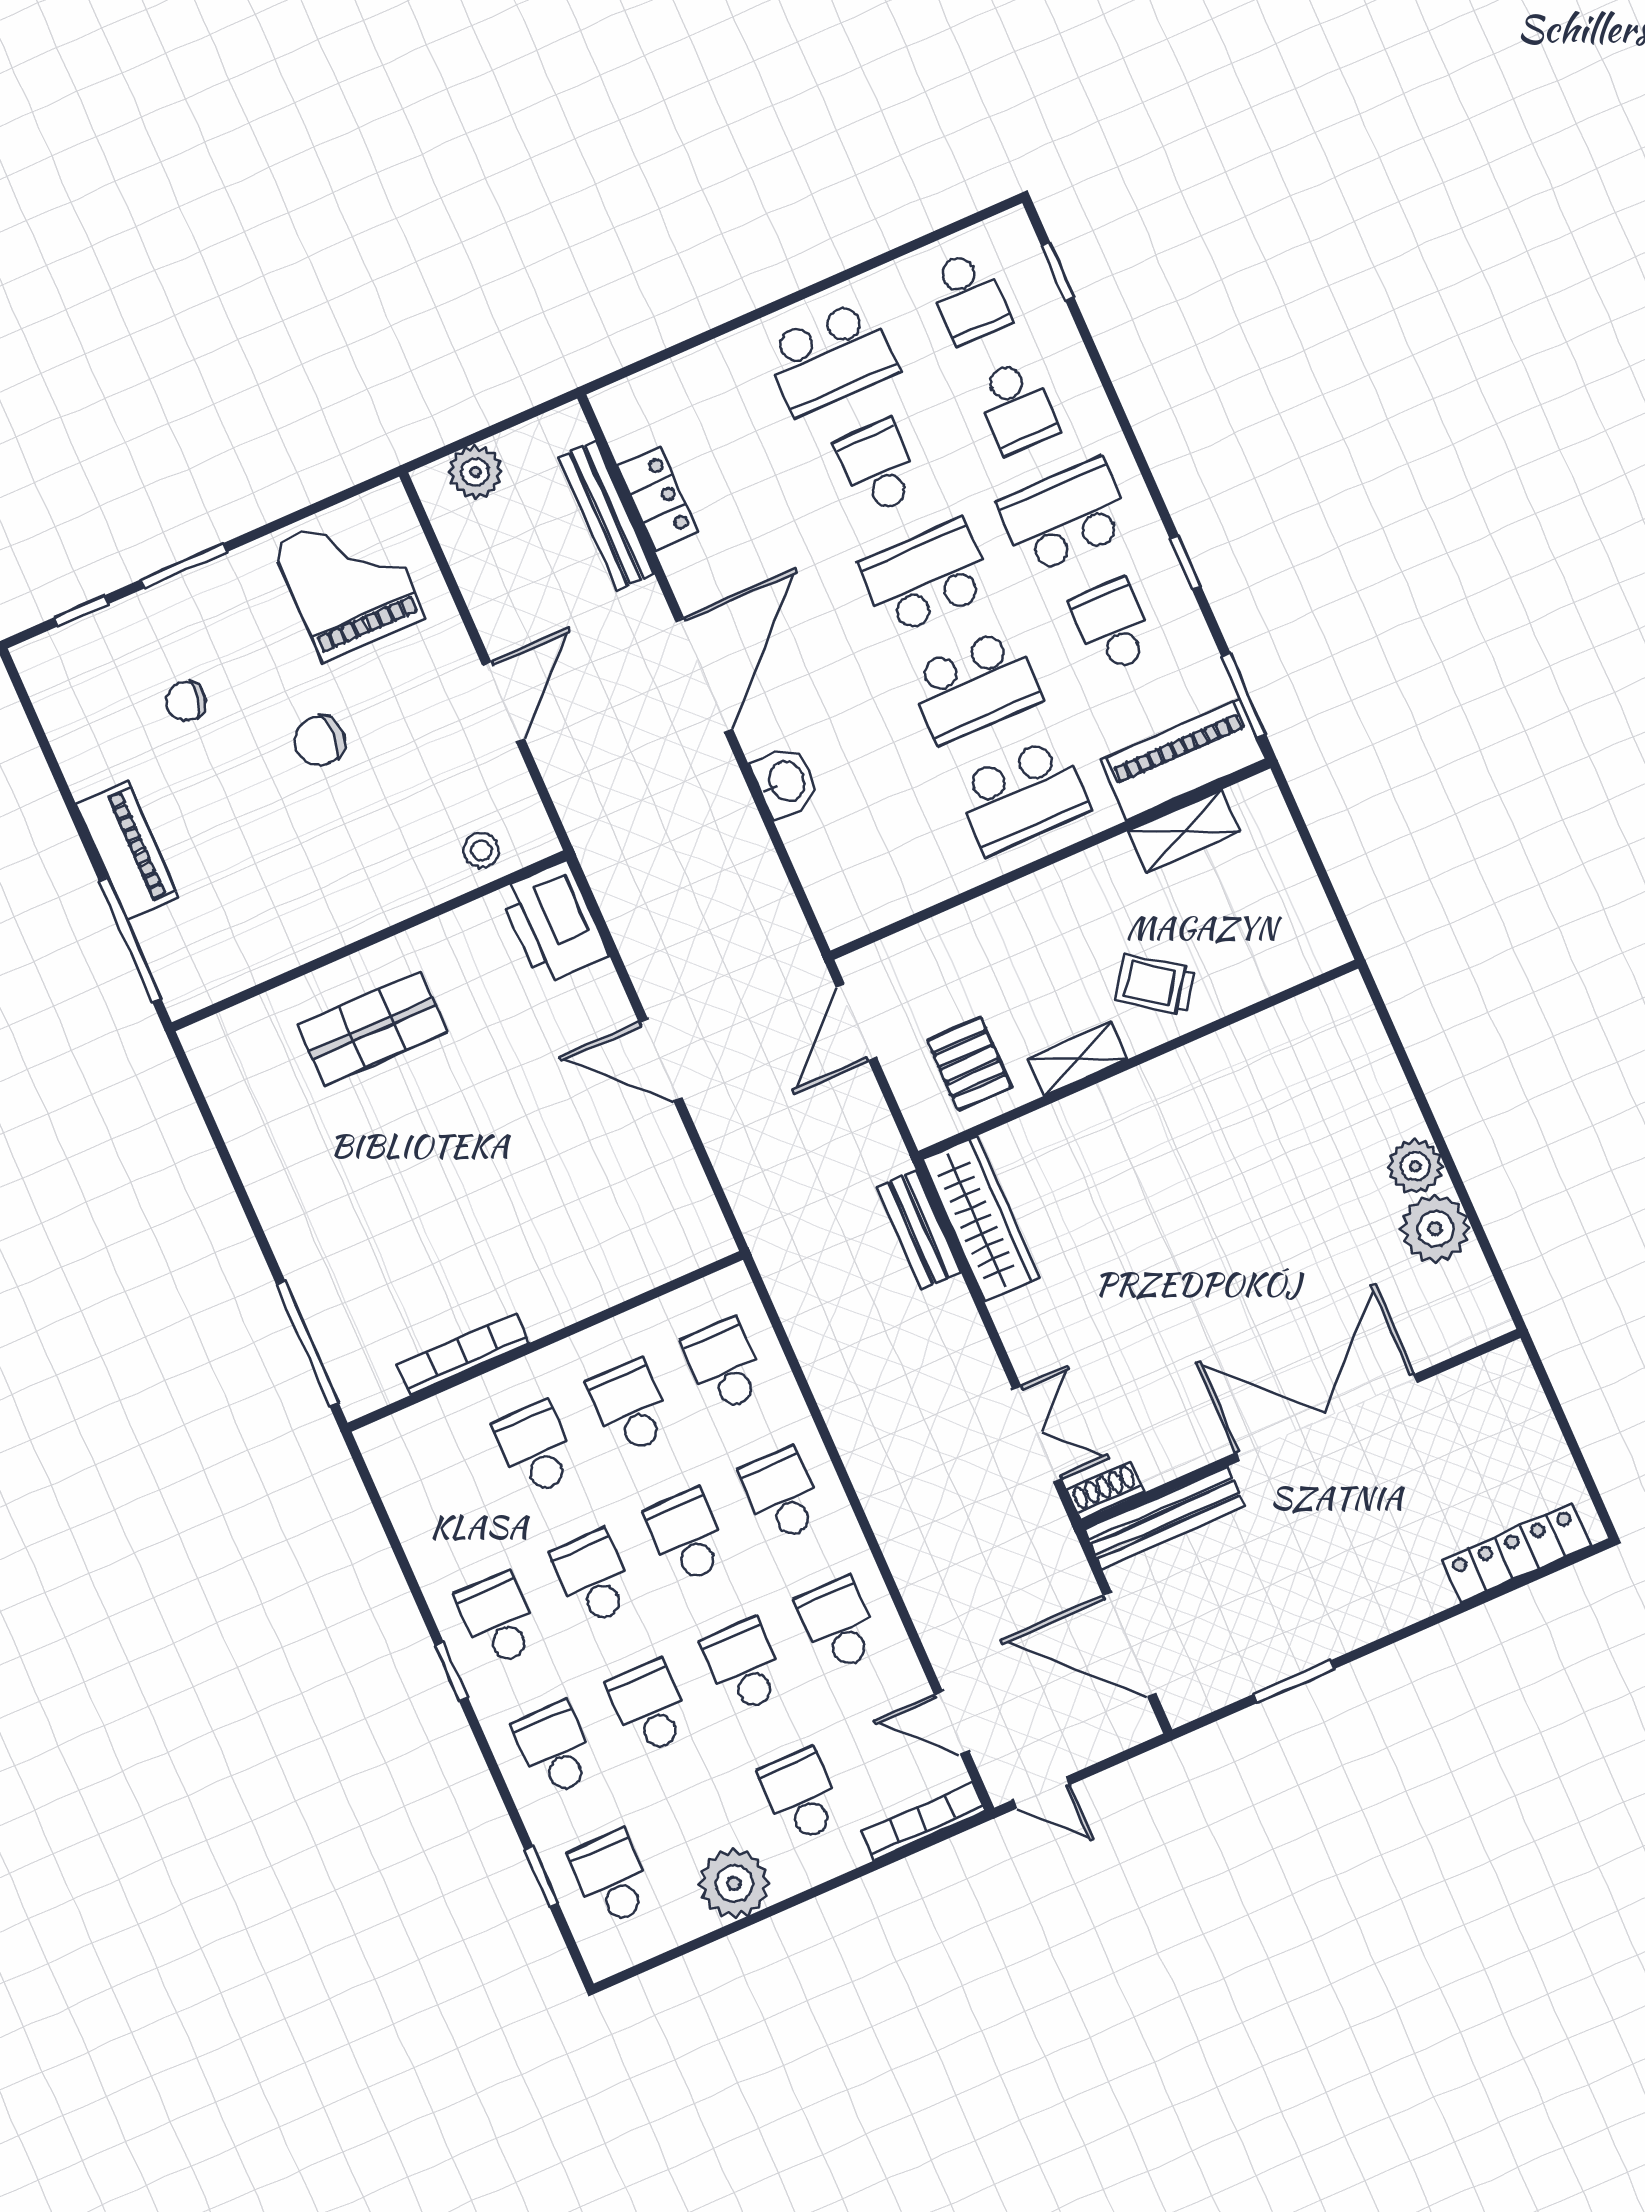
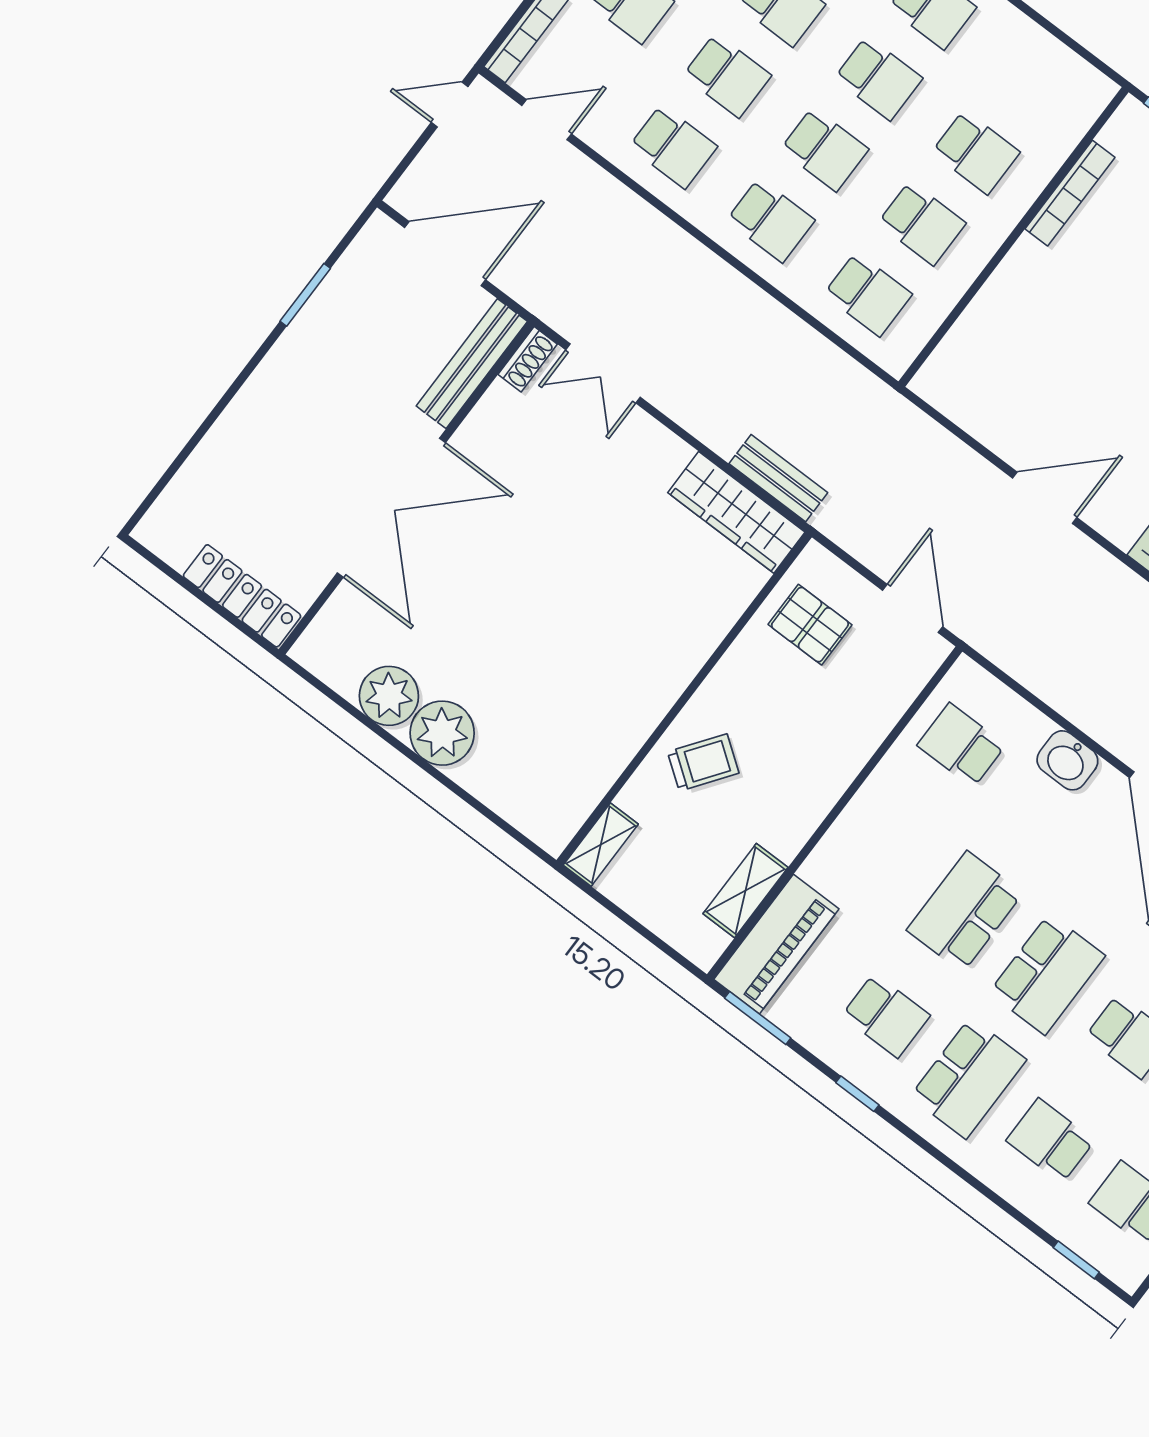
school desk: (1022, 796) -> (961, 745), moved, width x0.54
shelving: (1078, 1059) -> (601, 845), moved
plant: (1415, 1166) -> (442, 733), width x1.36, depth x1.36
locker: (1517, 1553) -> (242, 596), moved, turned -90

